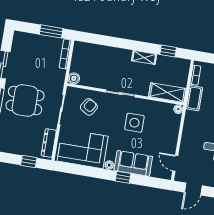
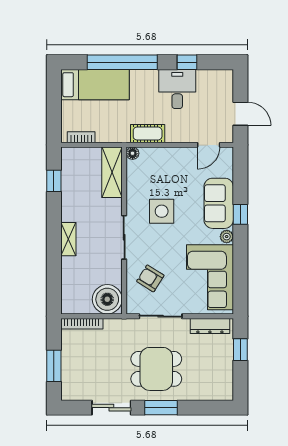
window: (51, 31) -> (54, 366), moved
shelving: (144, 57) -> (68, 239), moved
boiler: (74, 78) -> (107, 299), width x1.86, depth x1.86
cot: (194, 98) -> (148, 134), moved
dining table: (25, 101) -> (156, 369), turned 90

